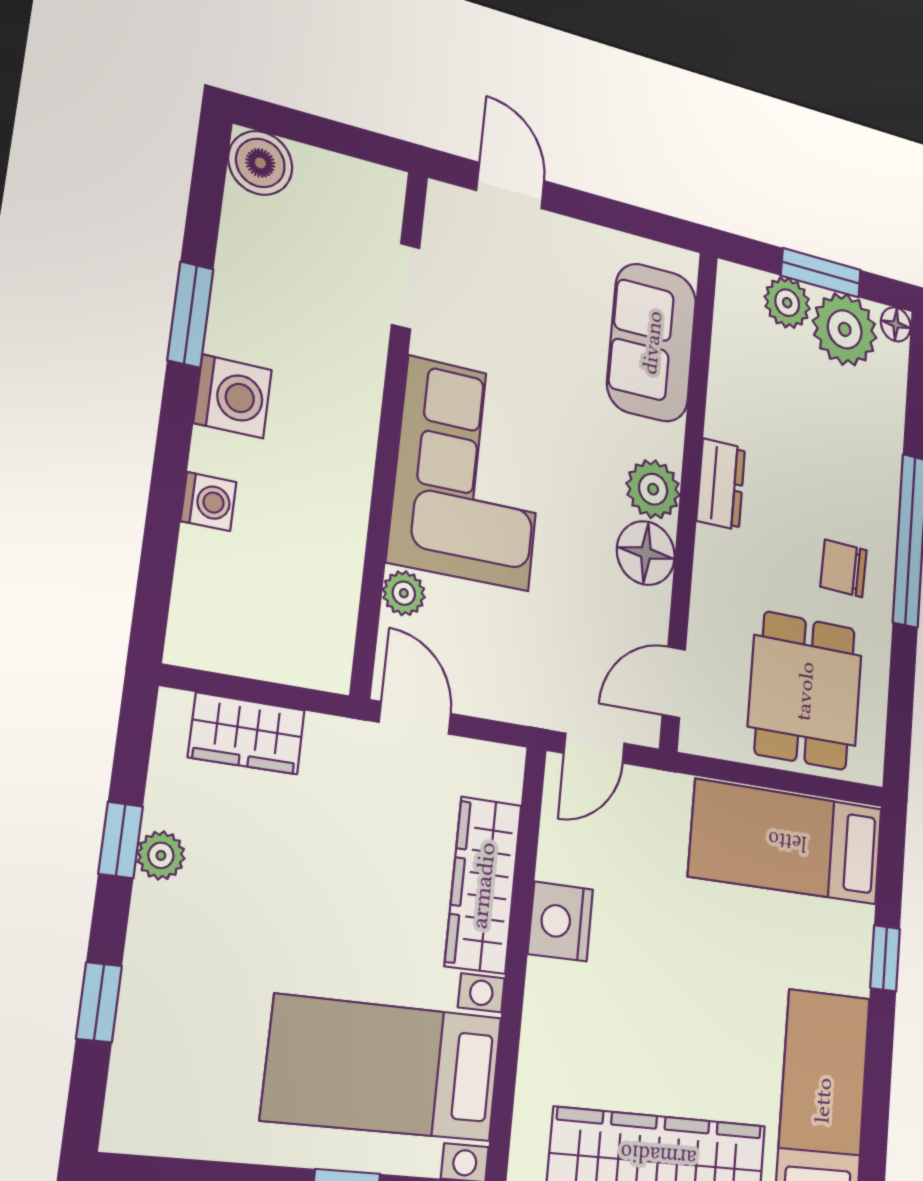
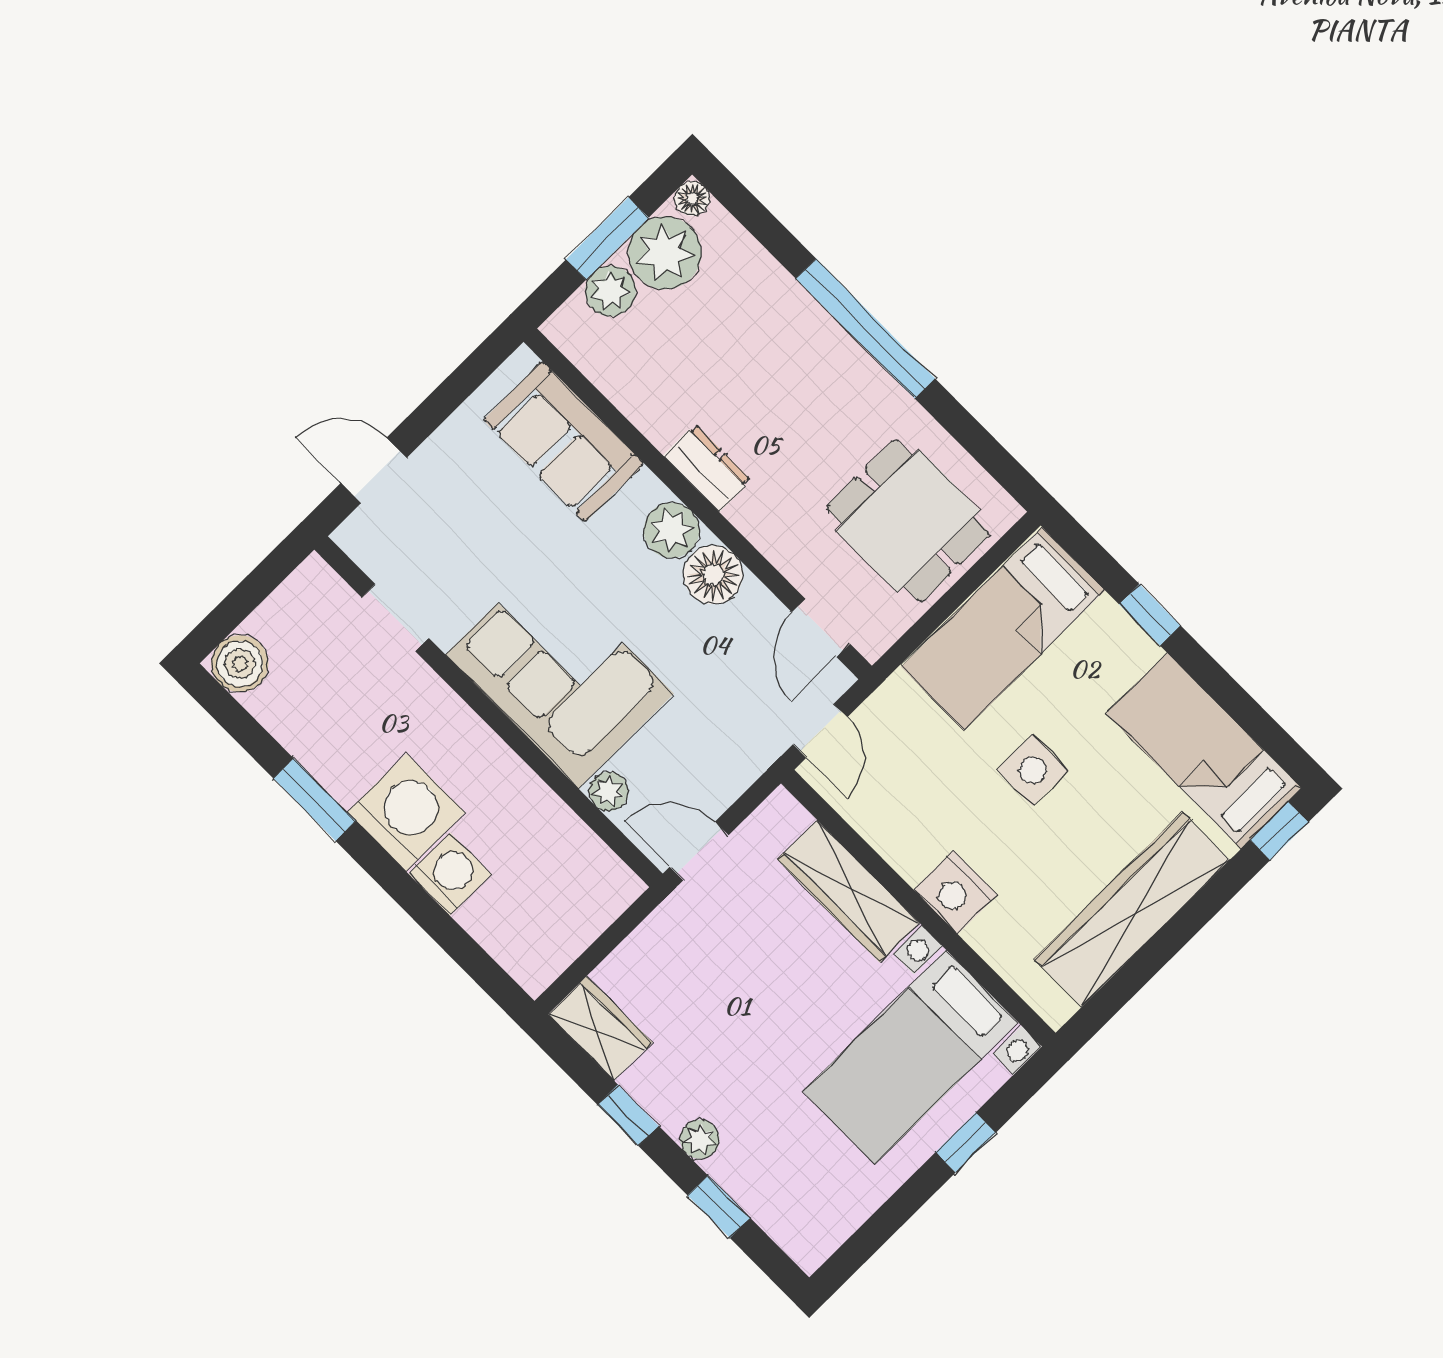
washing machine: (233, 396) -> (406, 812), width x1.37, depth x1.37
washing machine: (208, 502) -> (450, 874), width x1.38, depth x1.38
chair: (844, 568) -> (844, 409), removed
wardrobe: (247, 734) -> (600, 1028), moved, turned -90
plant: (161, 855) -> (700, 1139), moved
nightstand: (560, 922) -> (956, 892), moved
side table: (701, 965) -> (1033, 770), added

